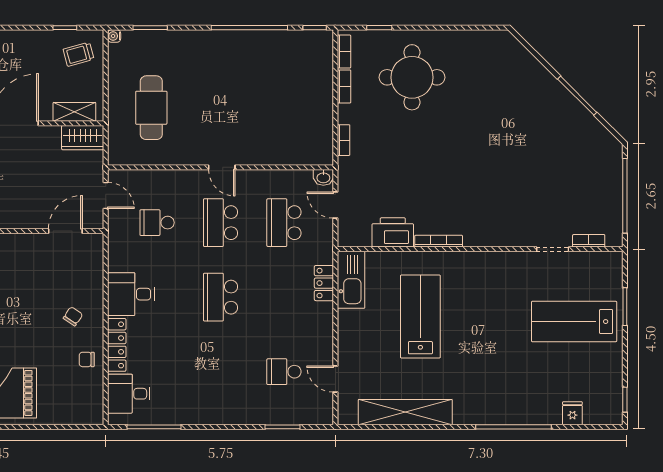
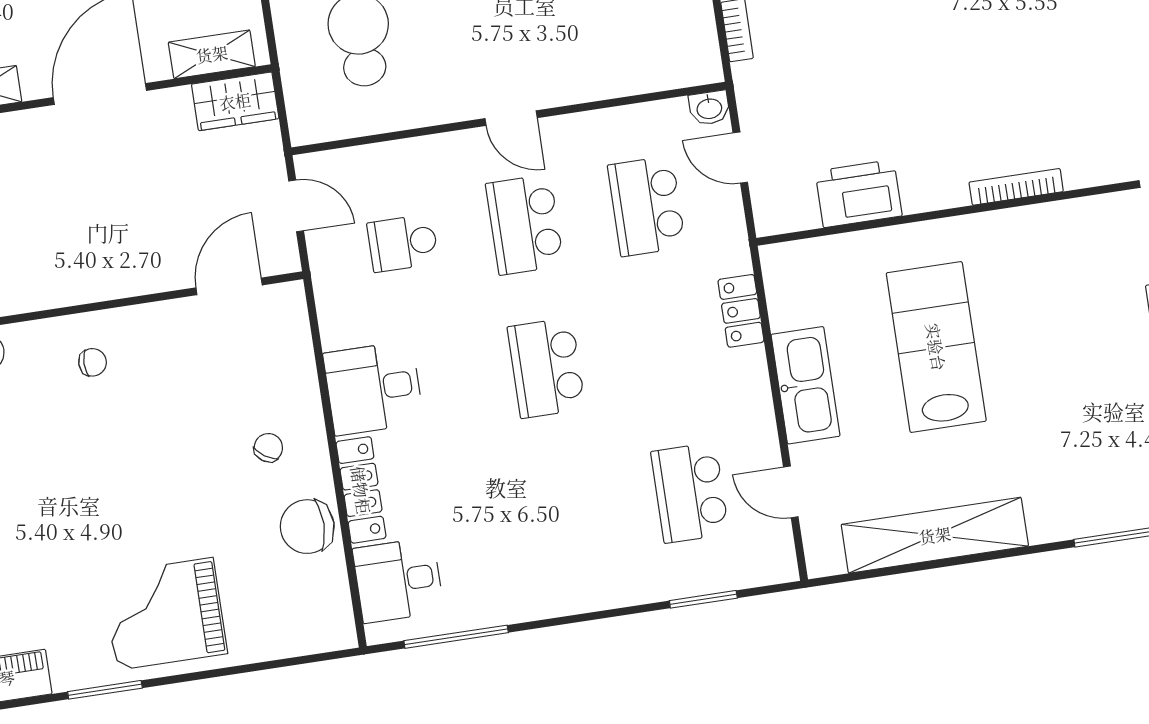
bookcase: (439, 241) -> (1016, 187), moved
kitchen sink: (351, 280) -> (806, 385), moved
chair: (87, 359) -> (307, 527), width x1.87, depth x1.87
school desk: (284, 372) -> (690, 493), width x1.85

